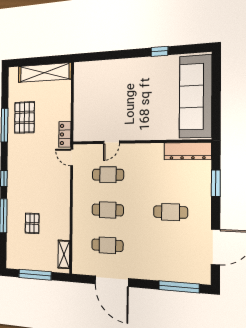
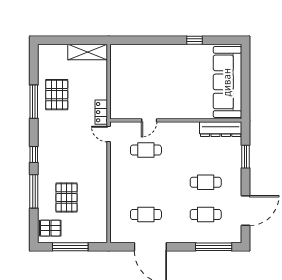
shelving: (44, 73) -> (88, 52), width x0.68
cafe table: (108, 210) -> (206, 214), moved
pallet: (32, 223) -> (67, 198), width x1.50, depth x1.42
pallet: (17, 254) -> (50, 228), added
shelving: (64, 254) -> (101, 225), removed

